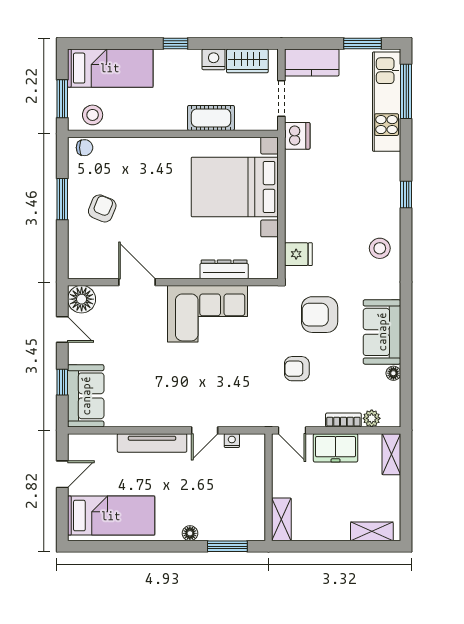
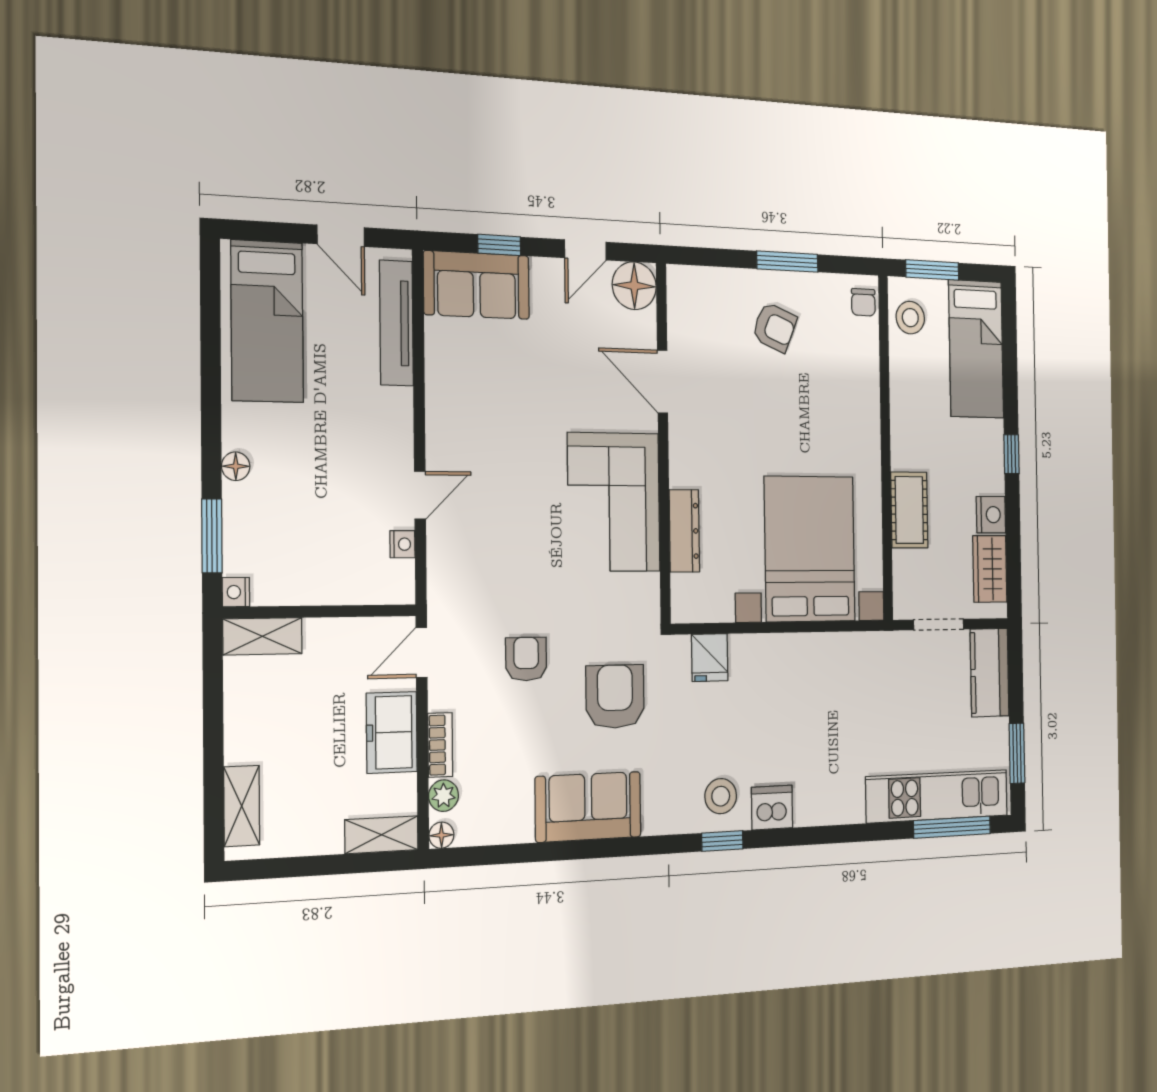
dishwasher: (297, 136) -> (772, 808), moved, turned 180
window: (406, 195) -> (722, 841), moved
door: (137, 282) -> (663, 382), swing flipped
floor lamp: (393, 373) -> (441, 835), moved
door: (205, 430) -> (420, 495), swing flipped
tv unit: (152, 443) -> (396, 323), moved
nightstand: (257, 534) -> (236, 592), added

